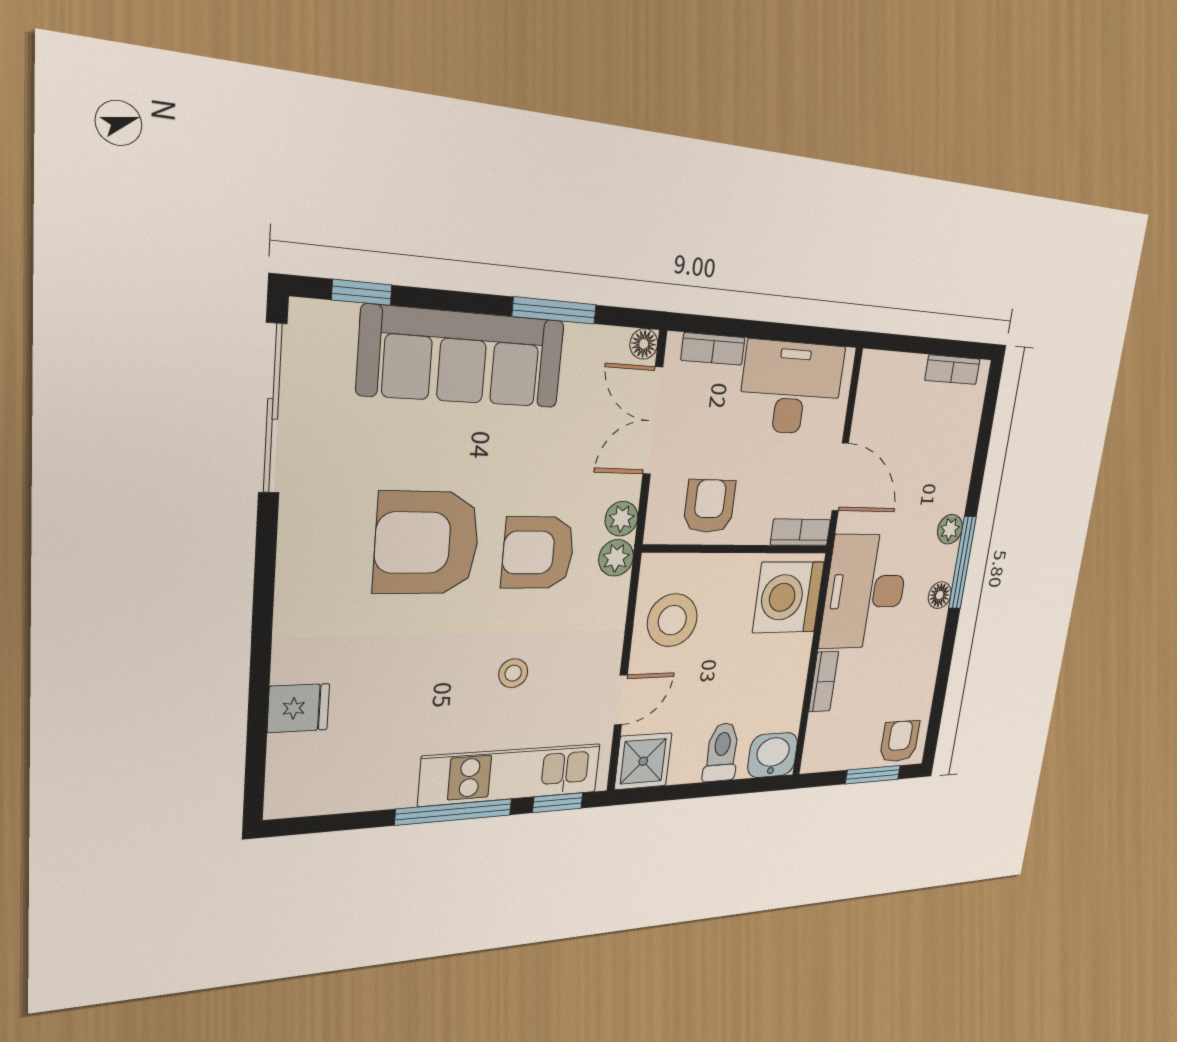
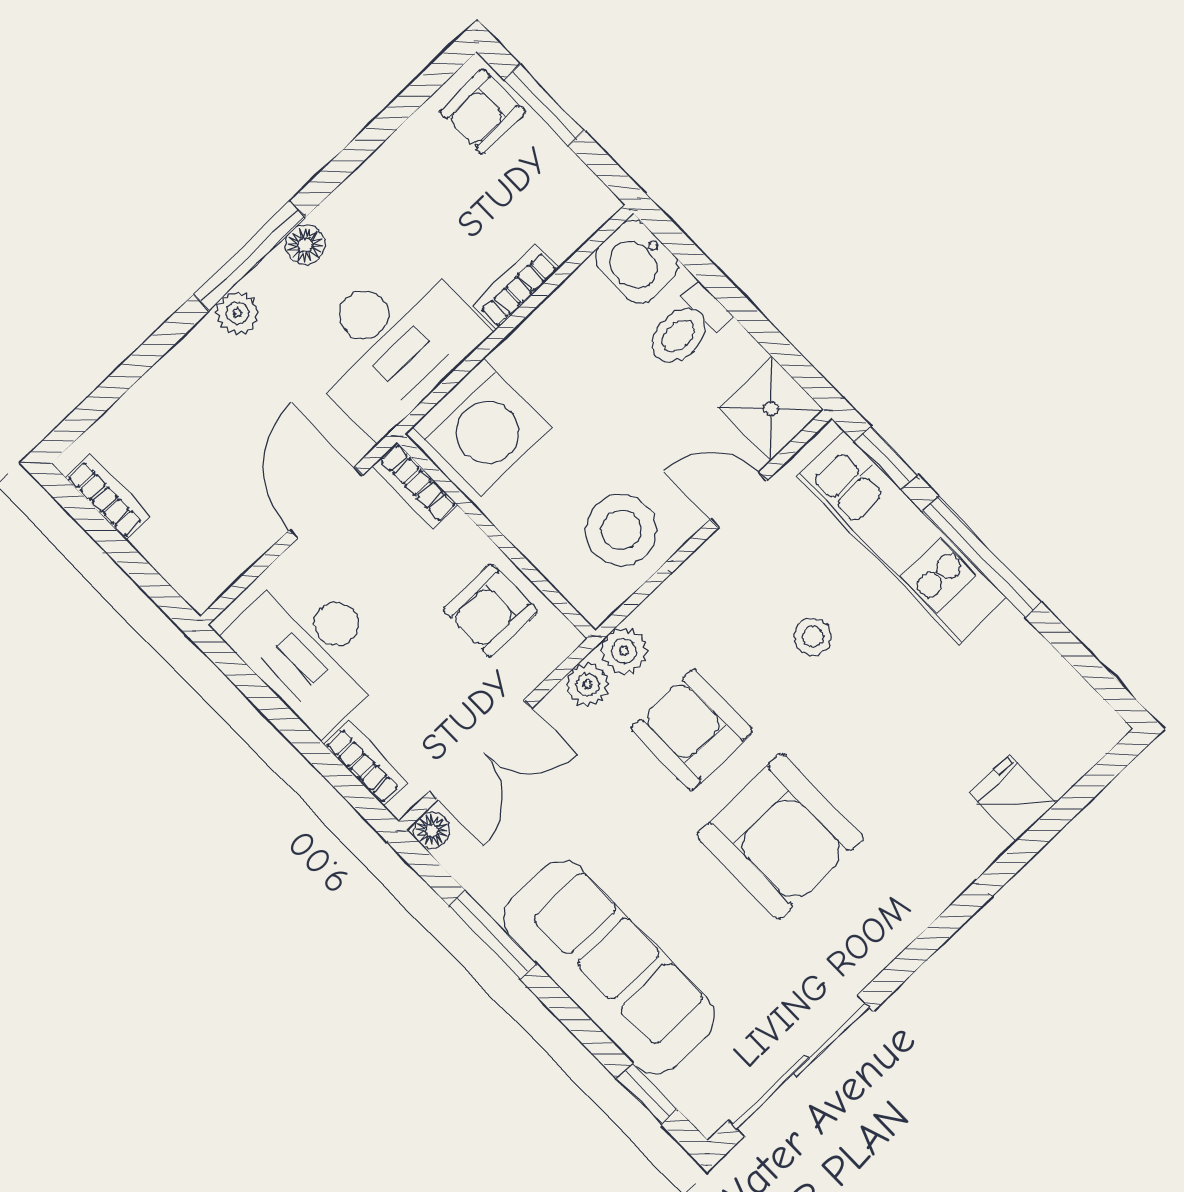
armchair: (538, 553) -> (692, 730), turned 180

